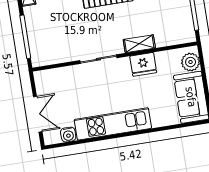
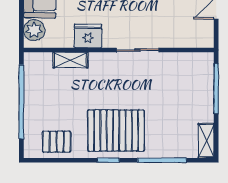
shelving: (139, 44) -> (70, 60), moved

